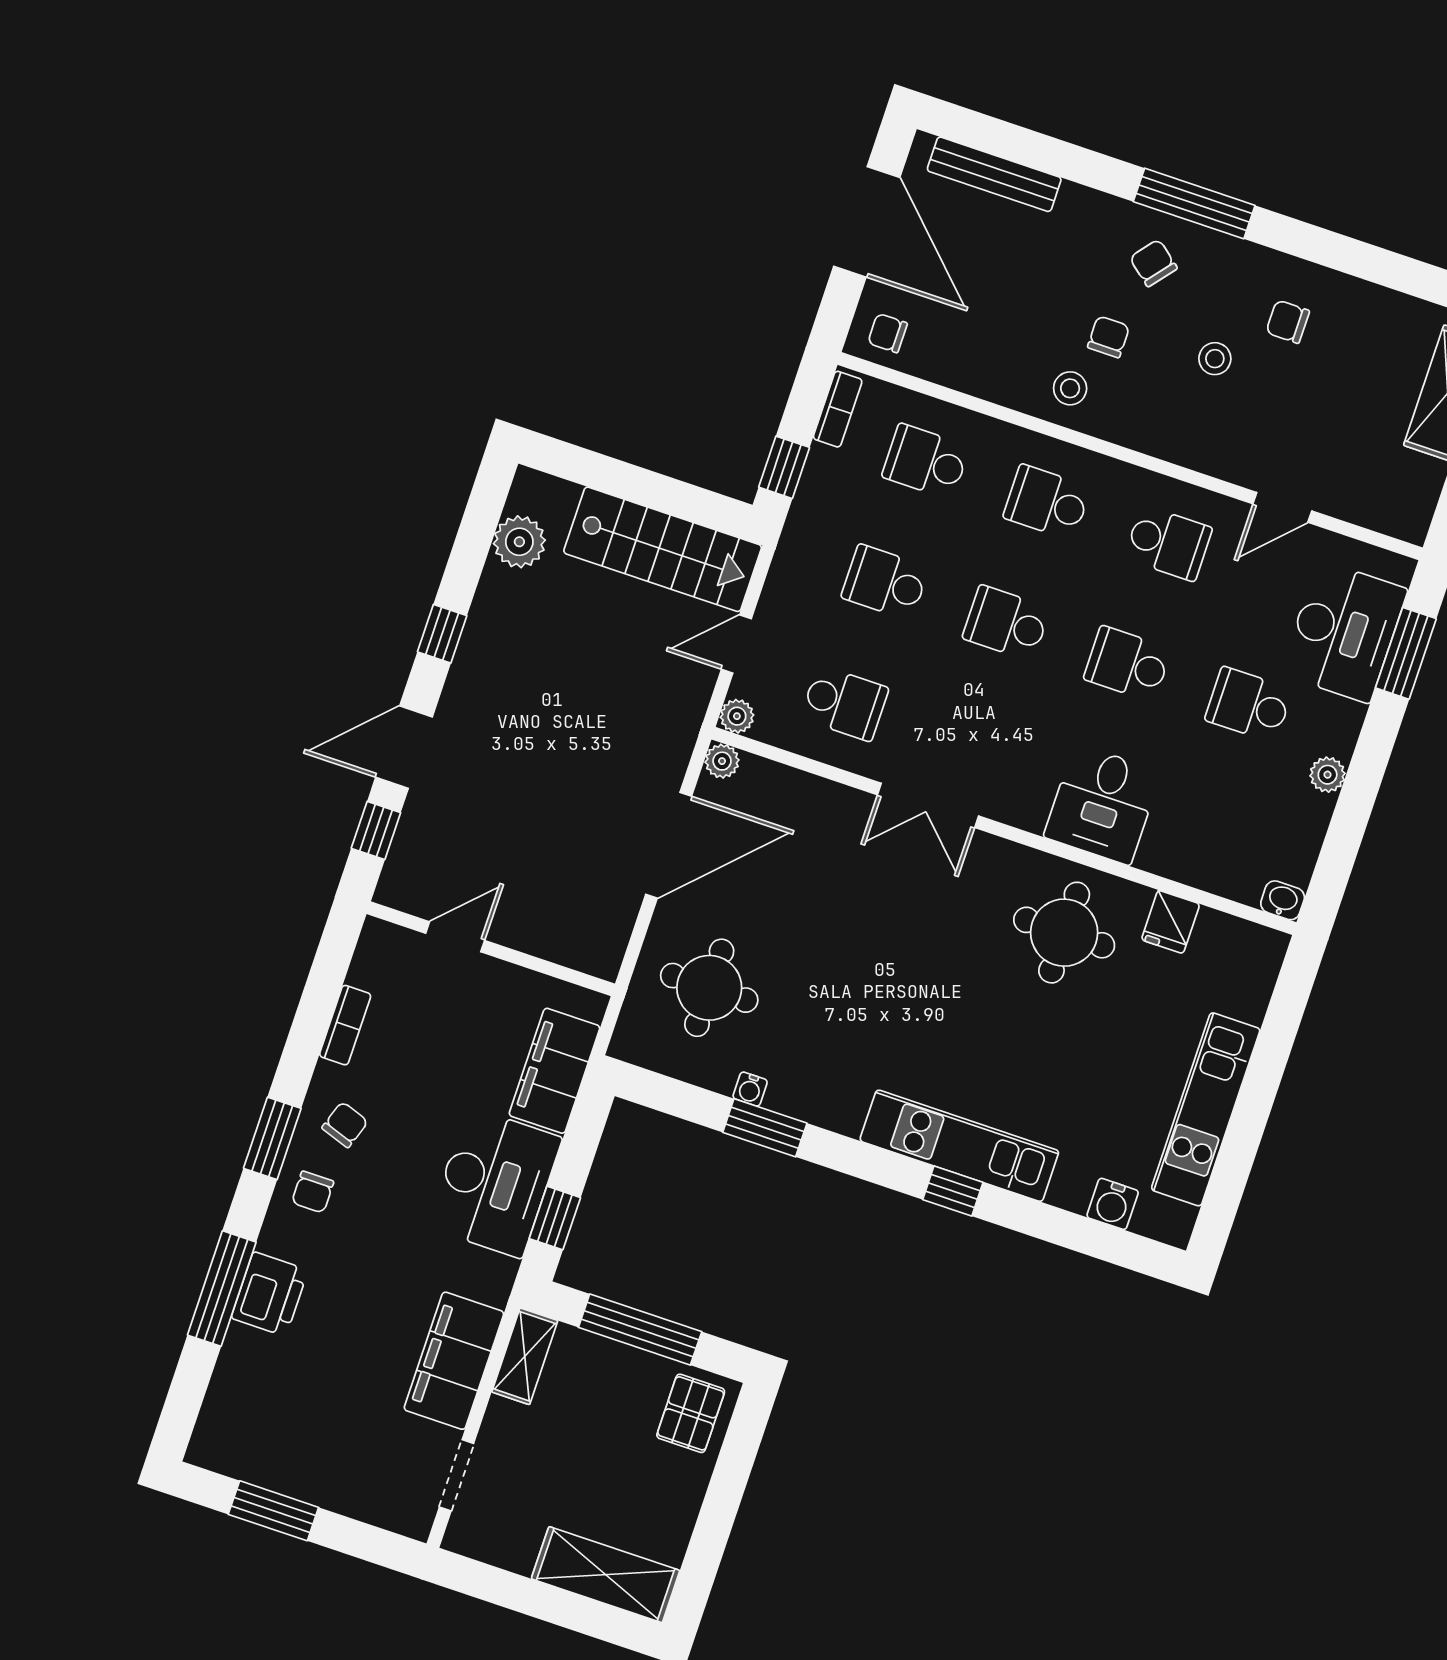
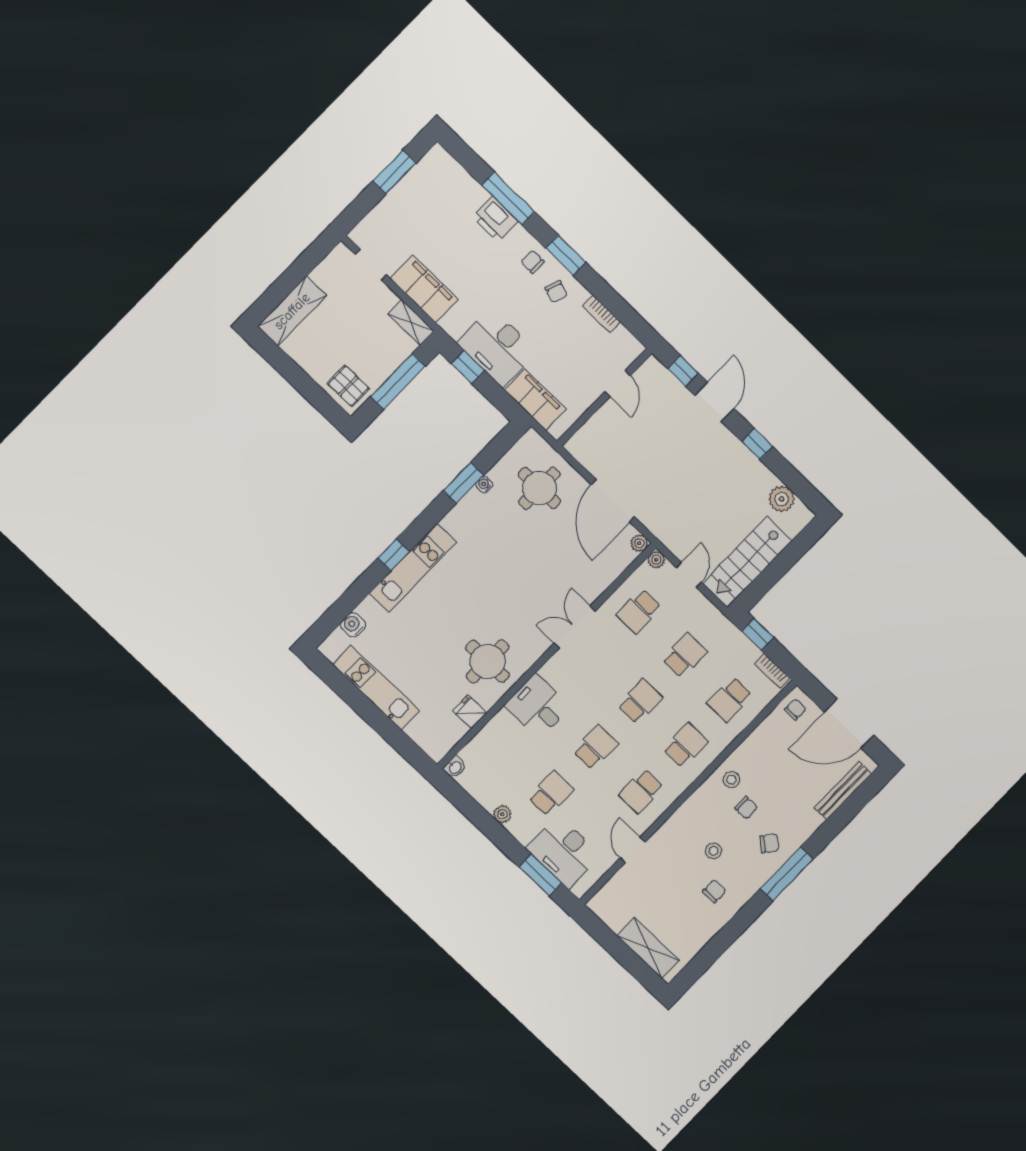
school desk: (926, 462) -> (730, 699), turned 180

